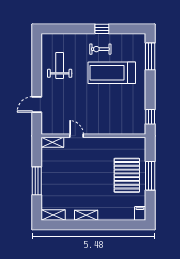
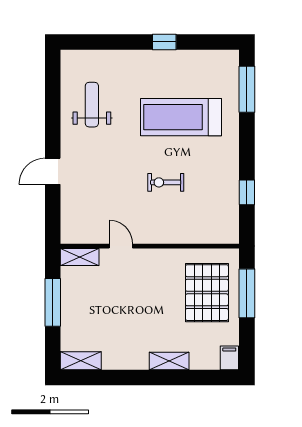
exercise bike: (100, 49) -> (166, 182), moved
door: (77, 136) -> (121, 246), moved
wall: (93, 136) -> (150, 246), moved
shelving: (52, 142) -> (80, 257), moved
shelving: (86, 215) -> (169, 361), moved

